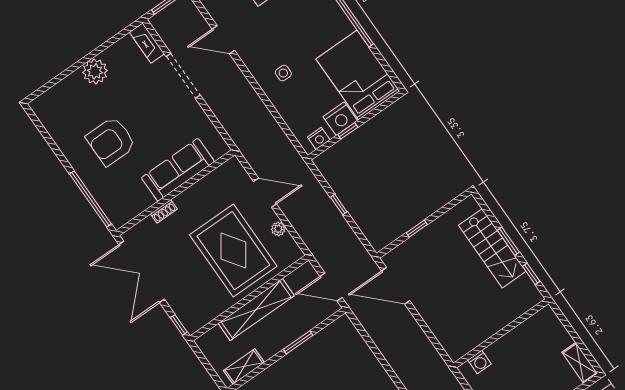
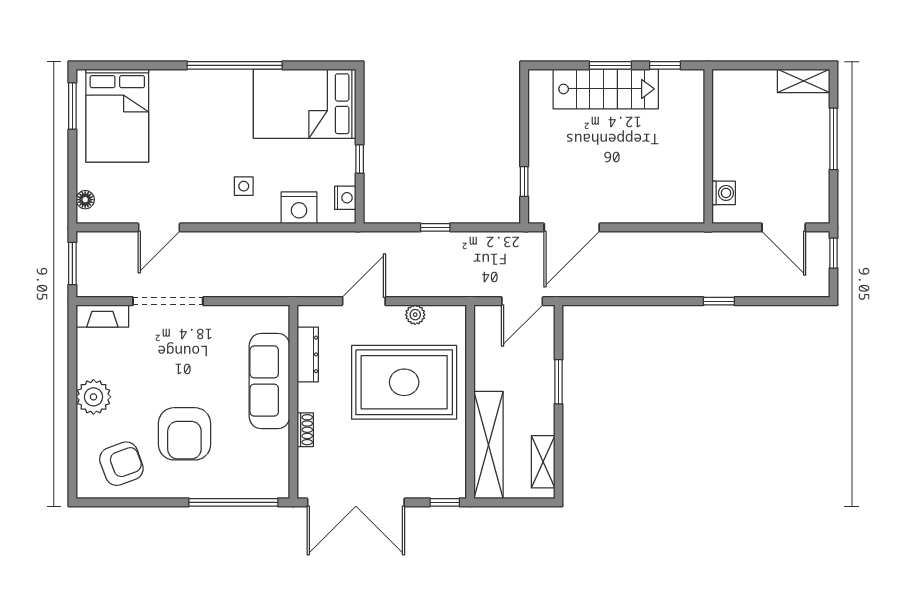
armchair: (67, 116) -> (121, 464), added
nightstand: (340, 119) -> (299, 208), moved, turned 90
dresser: (210, 181) -> (308, 354), added
window: (417, 229) -> (524, 181), moved
shelving: (256, 309) -> (488, 445), moved

